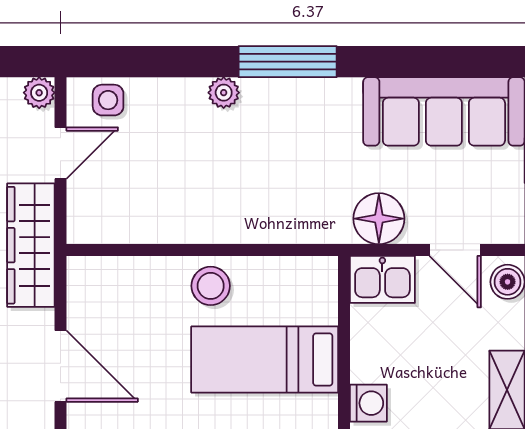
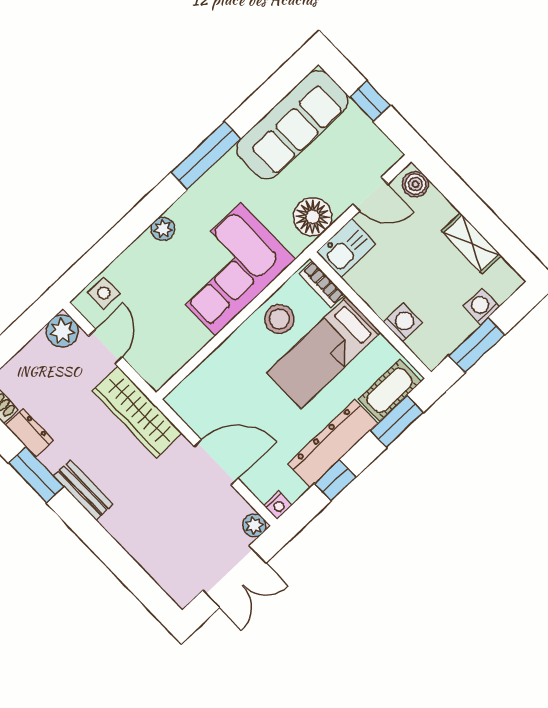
window: (288, 62) -> (206, 156), moved
plant: (39, 93) -> (62, 331), width x1.38, depth x1.38
corner sofa: (250, 191) -> (228, 269), added
stool: (211, 286) -> (279, 319), moved
bookcase: (326, 292) -> (322, 284), added

